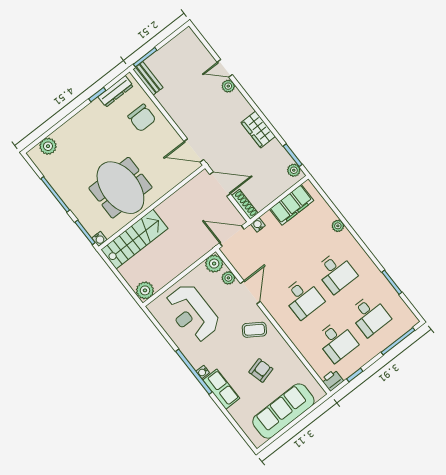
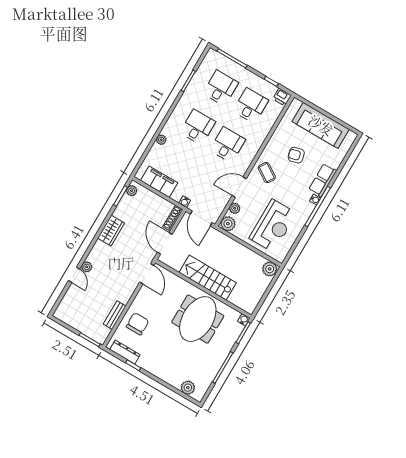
bench: (148, 78) -> (115, 315), moved
stairs: (134, 239) -> (208, 278), moved

